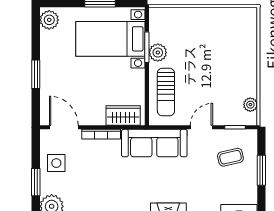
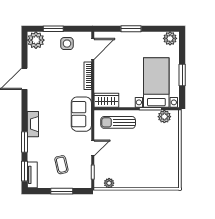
plant: (158, 53) -> (164, 117), moved
wardrobe: (123, 115) -> (106, 100), moved, turned -90
door: (201, 127) -> (93, 148), hinge flipped
sofa: (154, 143) -> (81, 114), width x0.73
coffee table: (230, 157) -> (61, 165), moved

